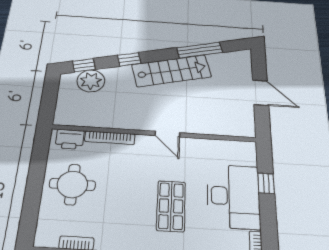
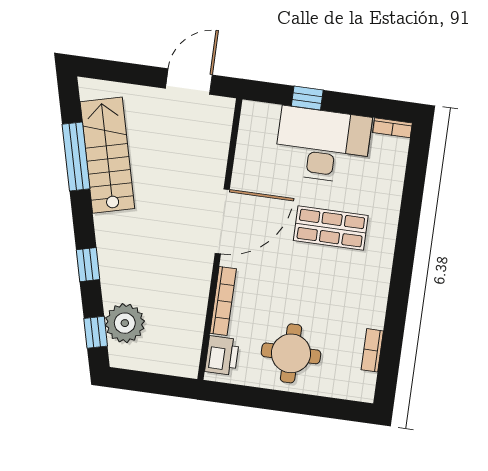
stairs: (172, 71) -> (107, 155), moved
door: (261, 93) -> (189, 82), moved
door: (167, 134) -> (222, 221), width x1.88

